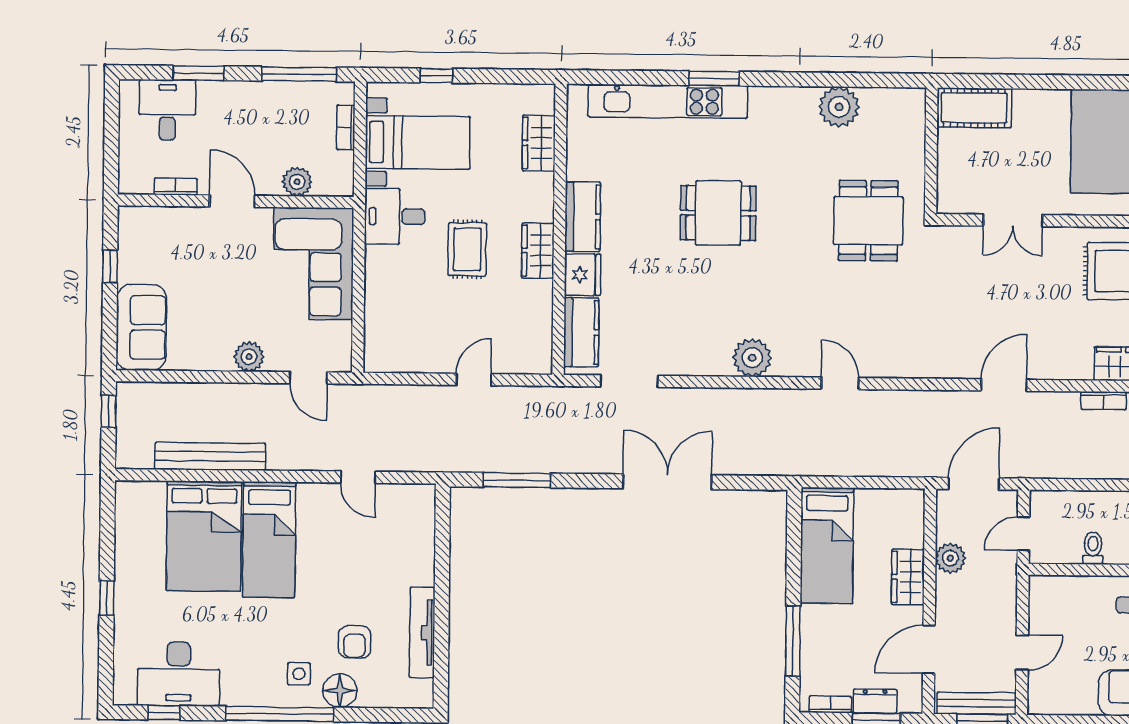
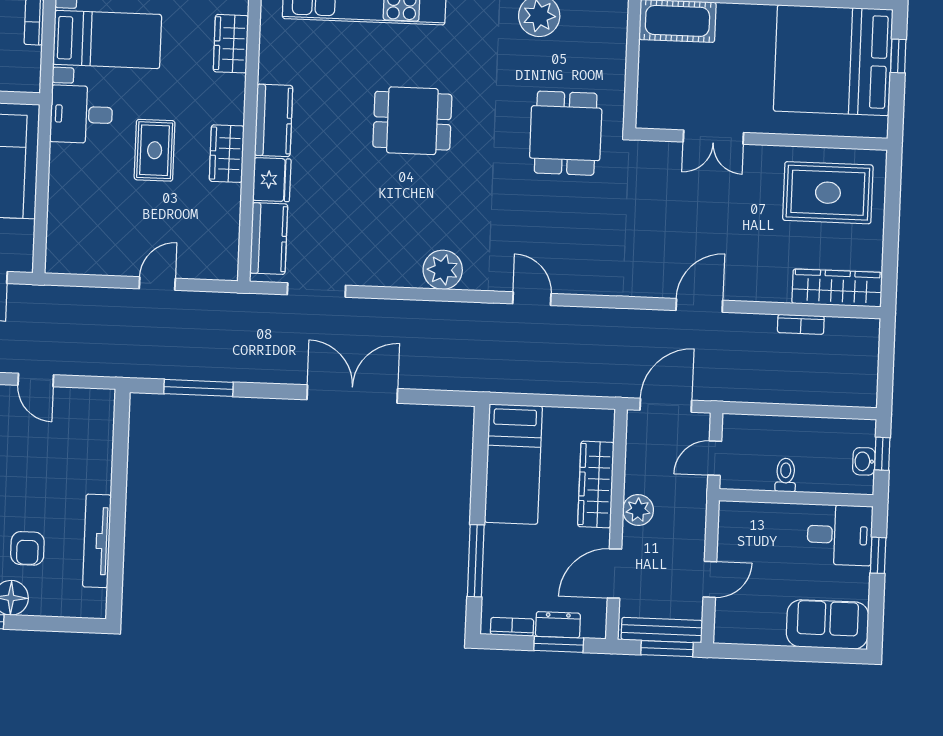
plant: (950, 558) -> (638, 510), moved
wardrobe: (908, 577) -> (596, 485), width x1.50

